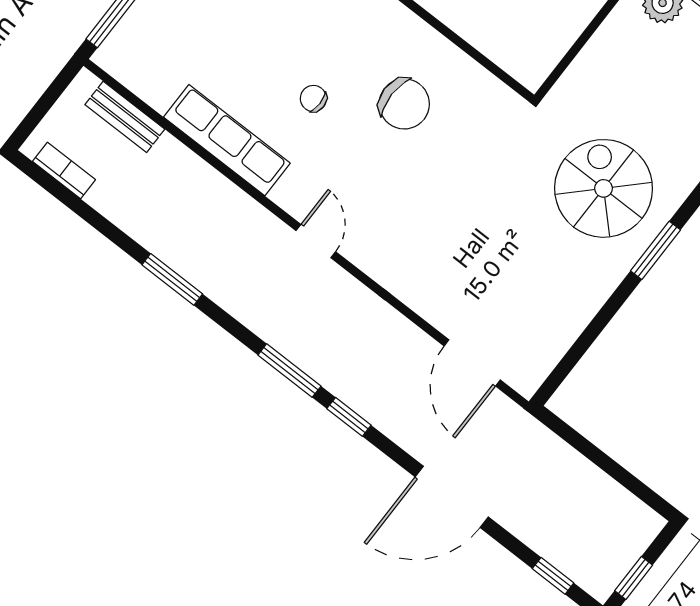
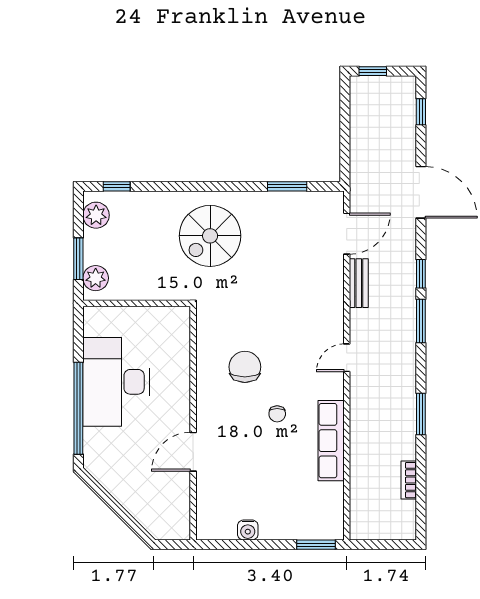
bench: (125, 117) -> (359, 283), moved
bookcase: (64, 170) -> (409, 480), moved
window: (655, 250) -> (287, 186), moved
window: (634, 578) -> (373, 71), moved

